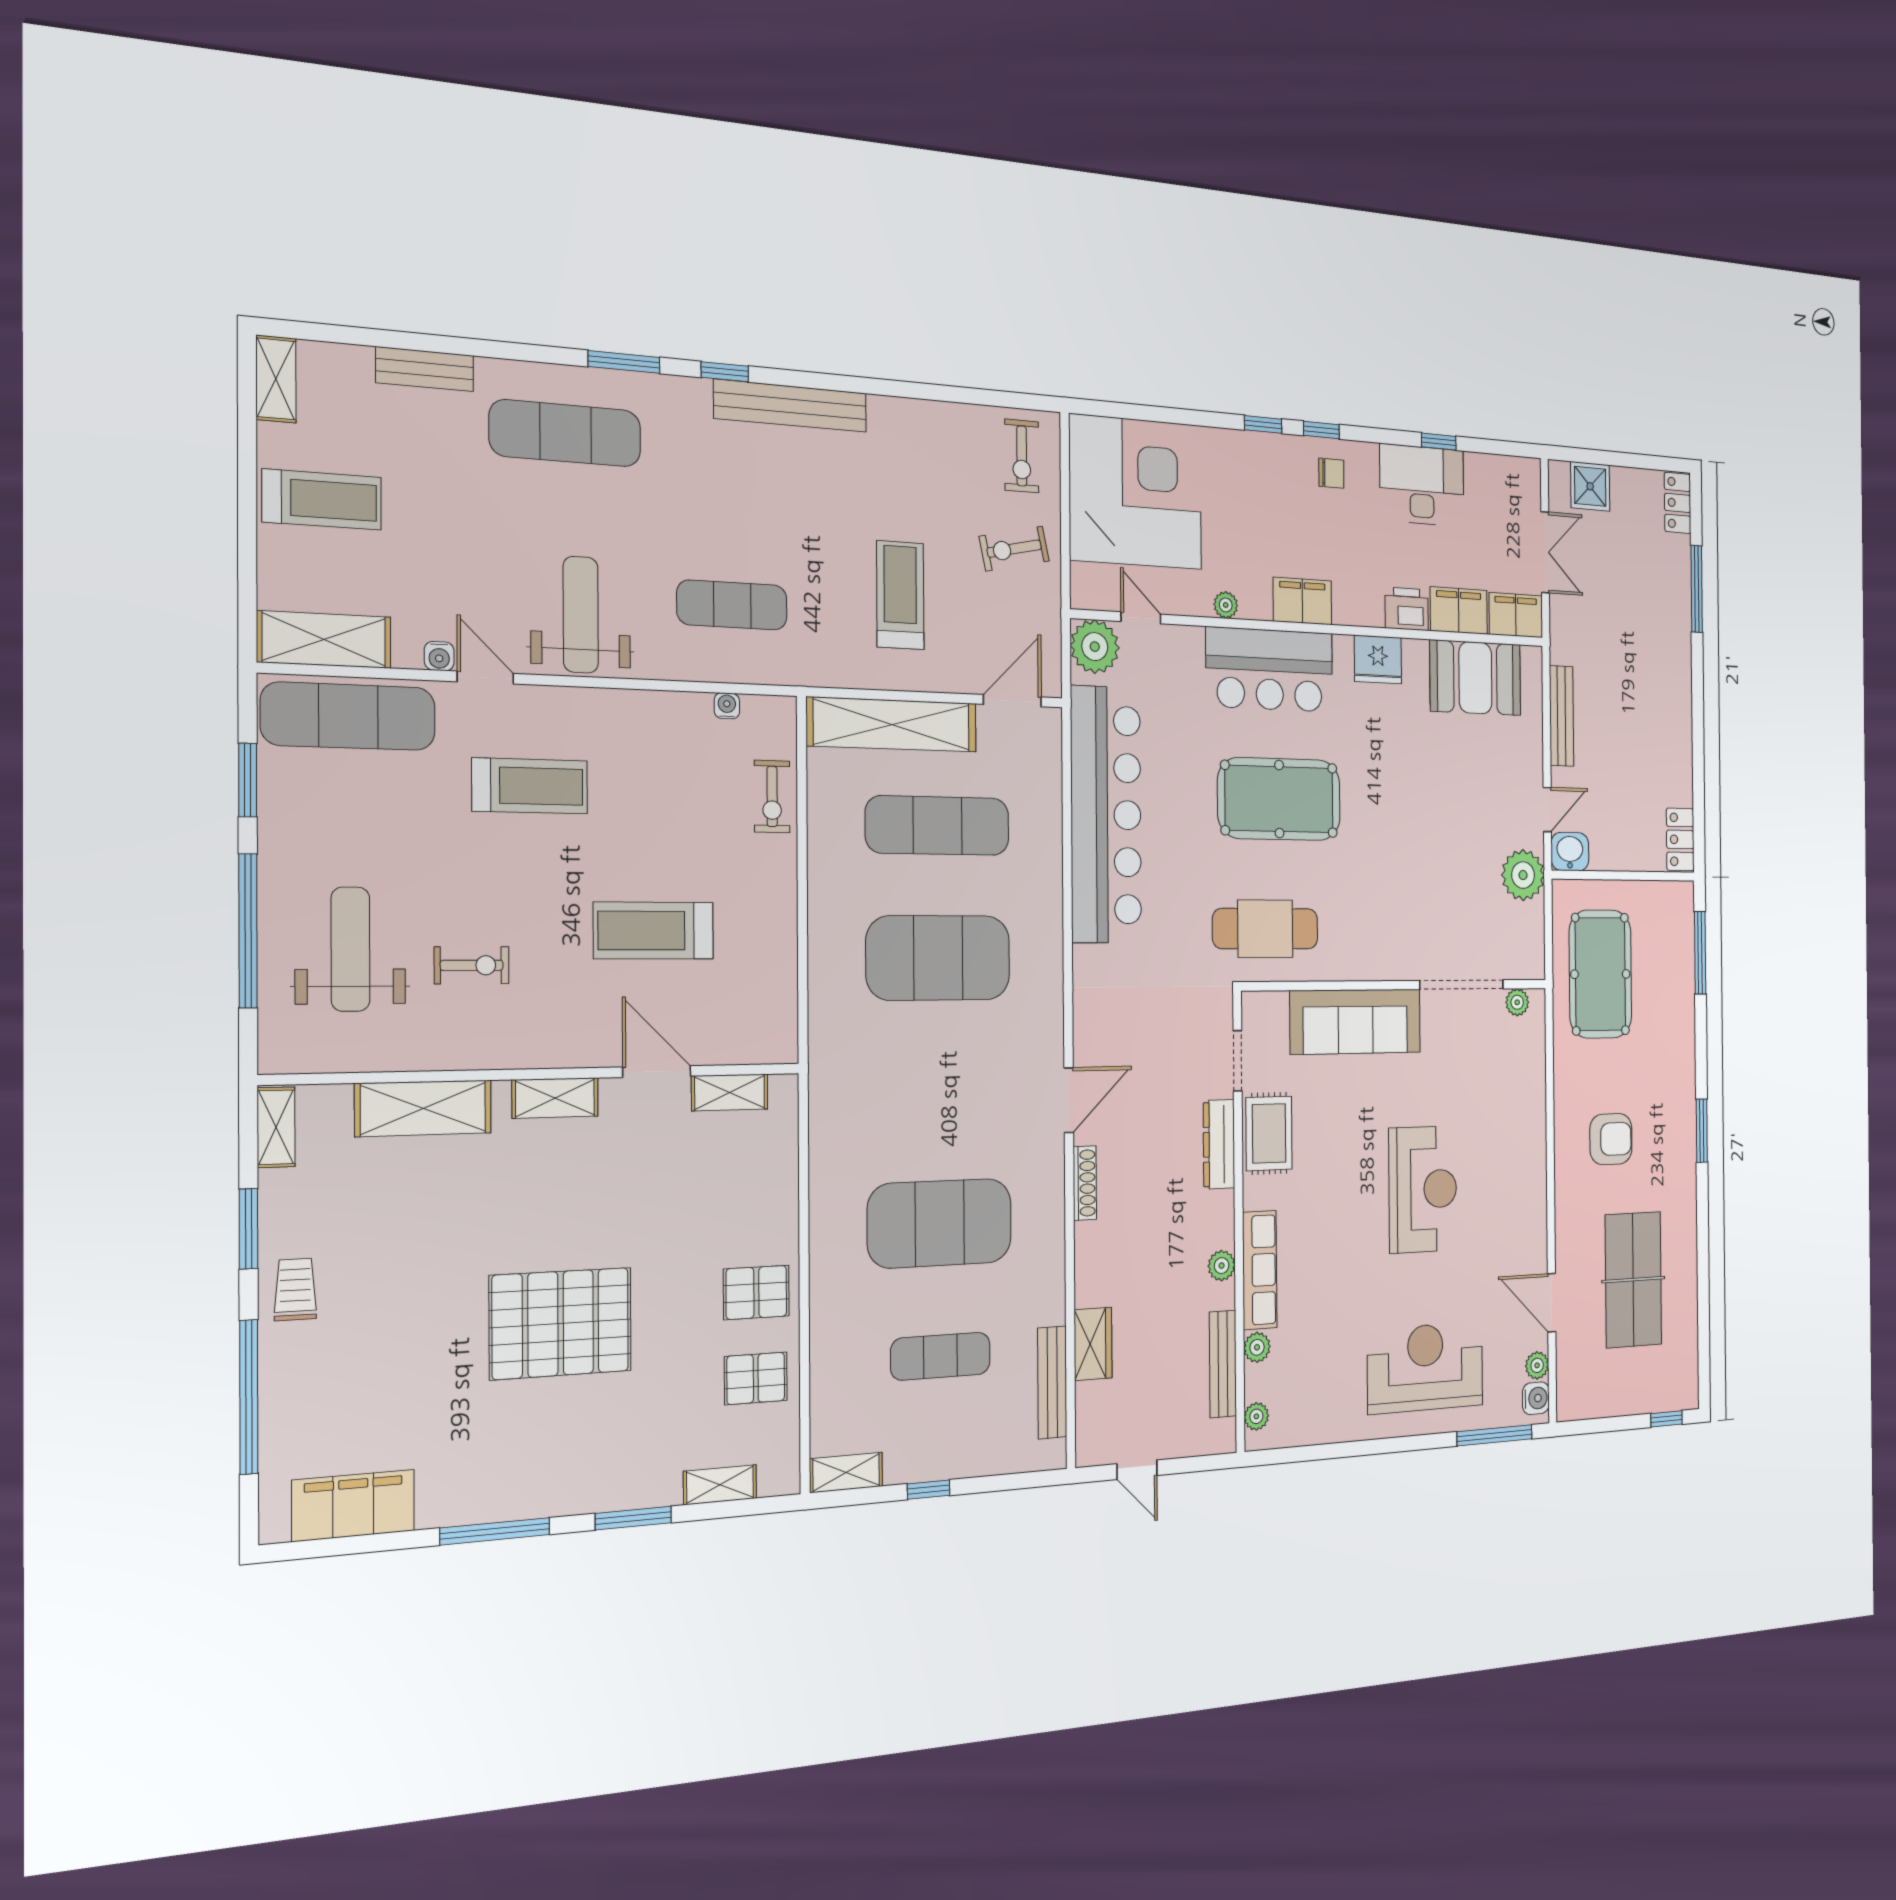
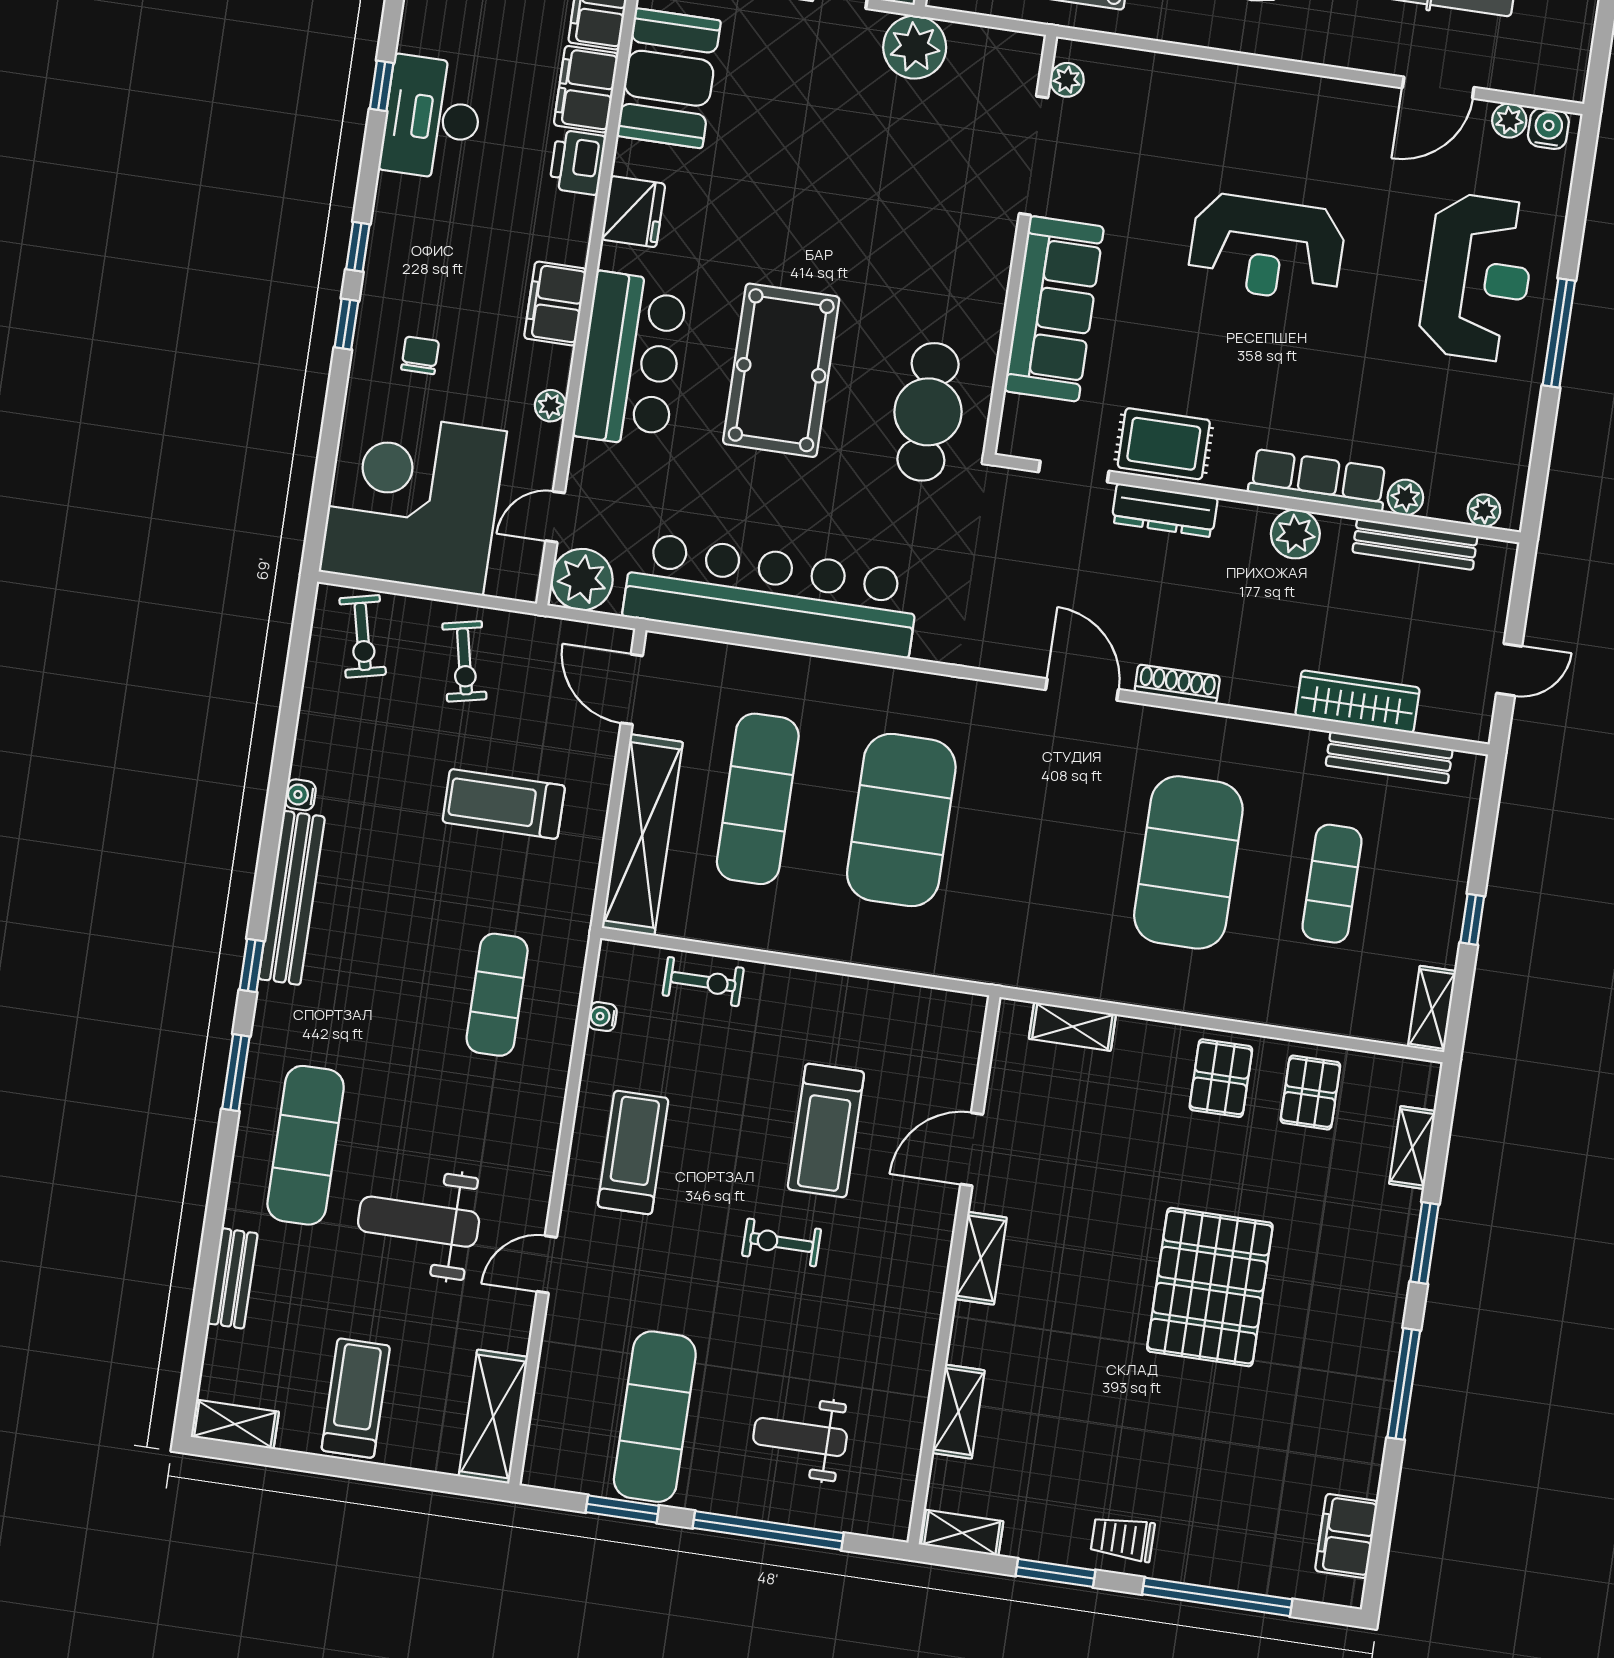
exercise bike: (1022, 456) -> (363, 636), turned 77
chair: (1331, 473) -> (420, 355), moved
weight bench: (581, 615) -> (419, 1222), moved
water cooler: (439, 656) -> (300, 795), moved, turned 180
exercise mat: (349, 716) -> (655, 1417), moved
treadmill: (530, 786) -> (633, 1152), moved
weight bench: (350, 949) -> (800, 1437), width x0.73, depth x0.75
exercise bike: (472, 965) -> (782, 1242), moved, turned -90
shelving: (730, 1092) -> (1072, 1026), moved, turned 90
shelving: (423, 1108) -> (958, 1412), width x0.67, depth x0.75
reception desk: (1423, 1189) -> (1267, 248), turned 180
plant: (1222, 1266) -> (1295, 534), width x1.38, depth x1.38
wardrobe: (1093, 1344) -> (1357, 702), width x1.50
reception desk: (1425, 1368) -> (1478, 277), turned 180
window: (1495, 1435) -> (1559, 333), moved
filing cabinet: (353, 1506) -> (1346, 1536), width x0.67, depth x0.86

